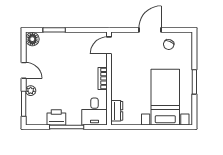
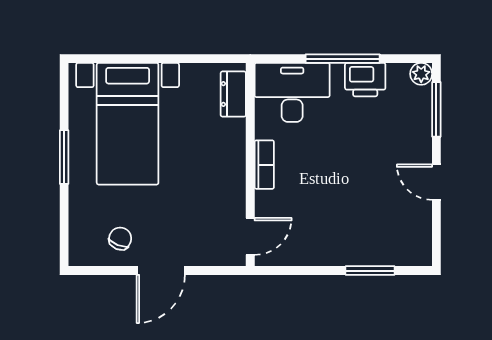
floor lamp: (32, 39) -> (417, 250), removed
plant: (31, 91) -> (421, 74), moved
desk: (95, 112) -> (292, 92), width x1.37

